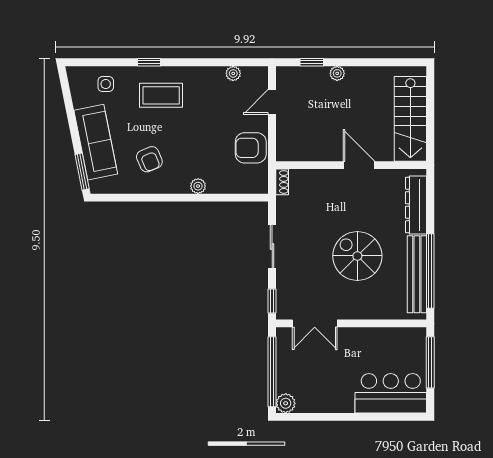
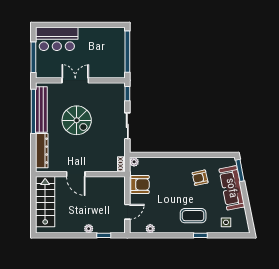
armchair: (149, 159) -> (200, 178), turned -79
plant: (198, 186) -> (134, 162), moved
double door: (315, 323) -> (75, 80), moved
plant: (286, 403) -> (119, 33), removed

